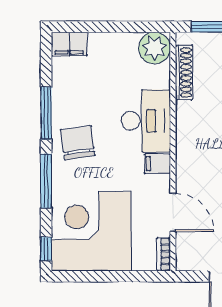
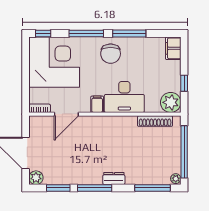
window: (124, 27) -> (184, 83), added
chair: (78, 143) -> (111, 54), turned 98

